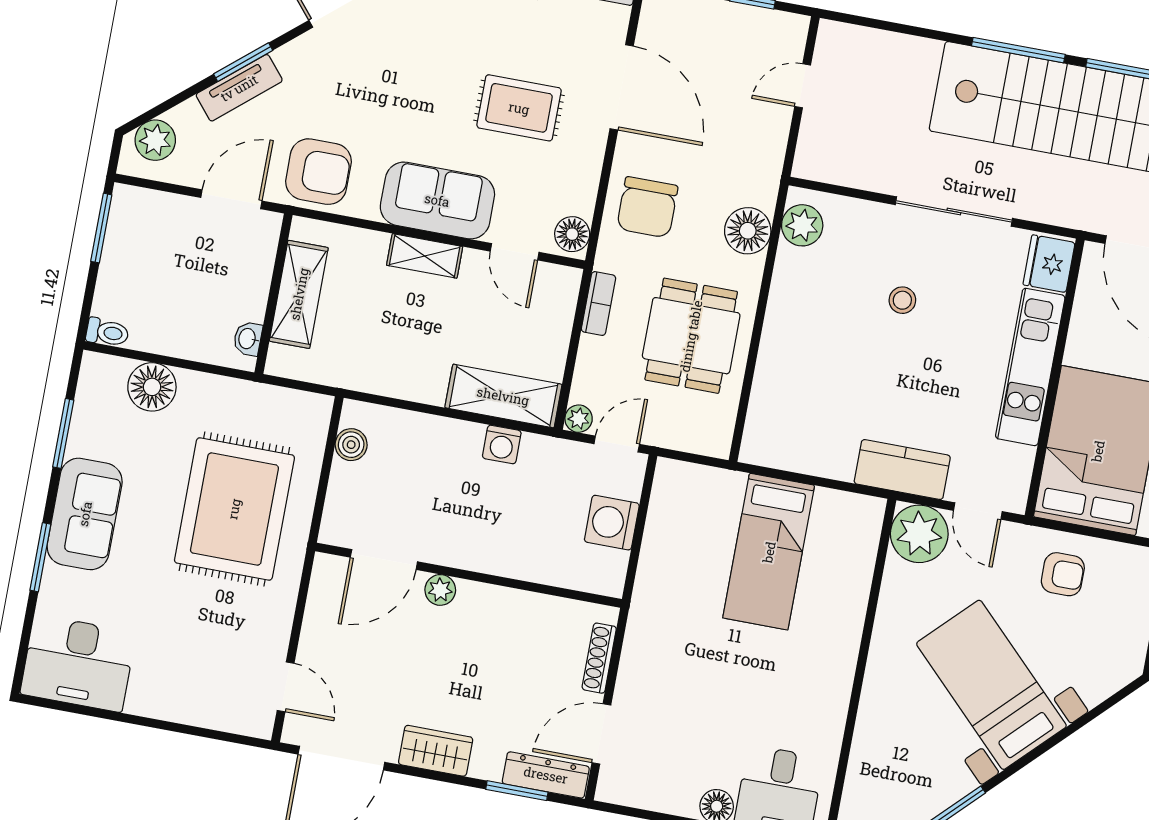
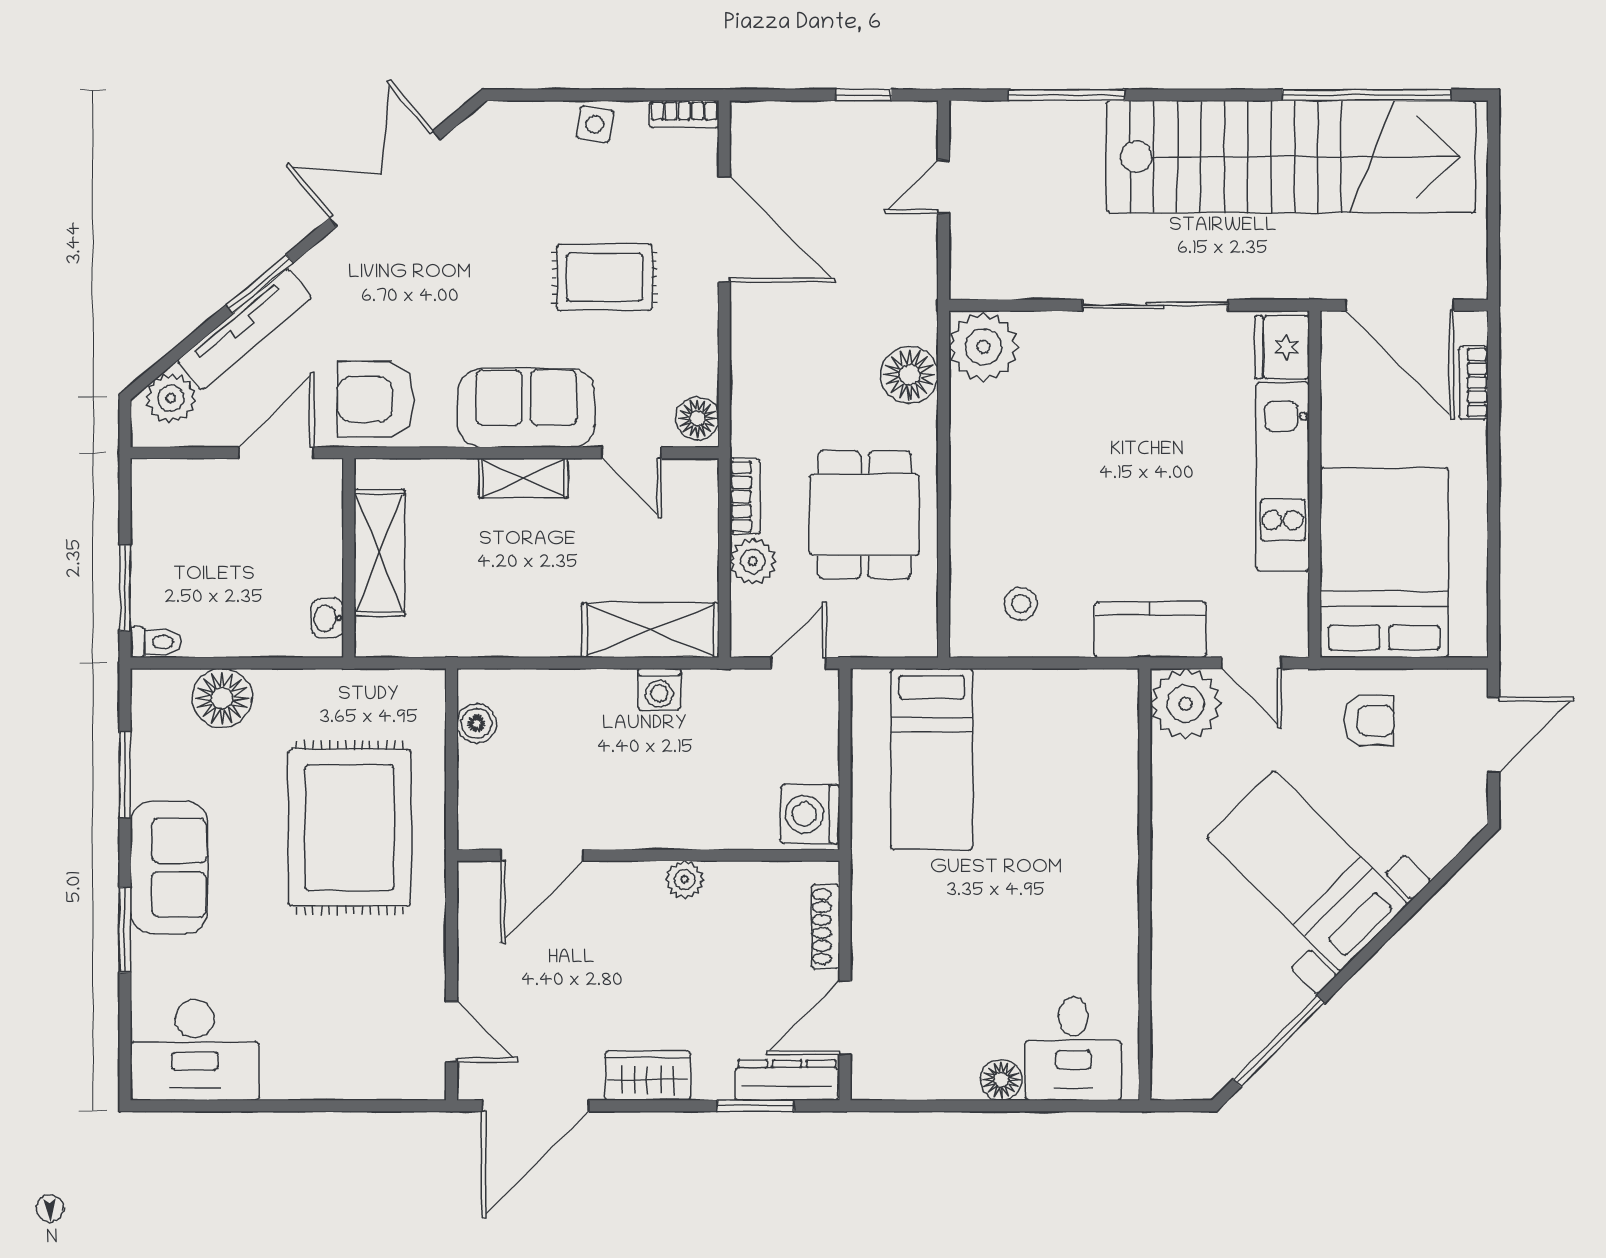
window: (1018, 50) -> (1067, 95), moved
tv unit: (239, 88) -> (244, 329), width x1.41
armchair: (318, 172) -> (376, 400), turned 180
chair: (647, 207) -> (782, 369), removed
plant: (802, 225) -> (984, 347), width x1.36, depth x1.36
window: (101, 228) -> (125, 588), moved
stool: (902, 300) -> (1021, 604), moved
plant: (579, 419) -> (753, 561), moved, width x1.38, depth x1.38
washing machine: (612, 523) -> (810, 814), moved
bed: (769, 552) -> (932, 759), moved
plant: (440, 590) -> (685, 880), moved

